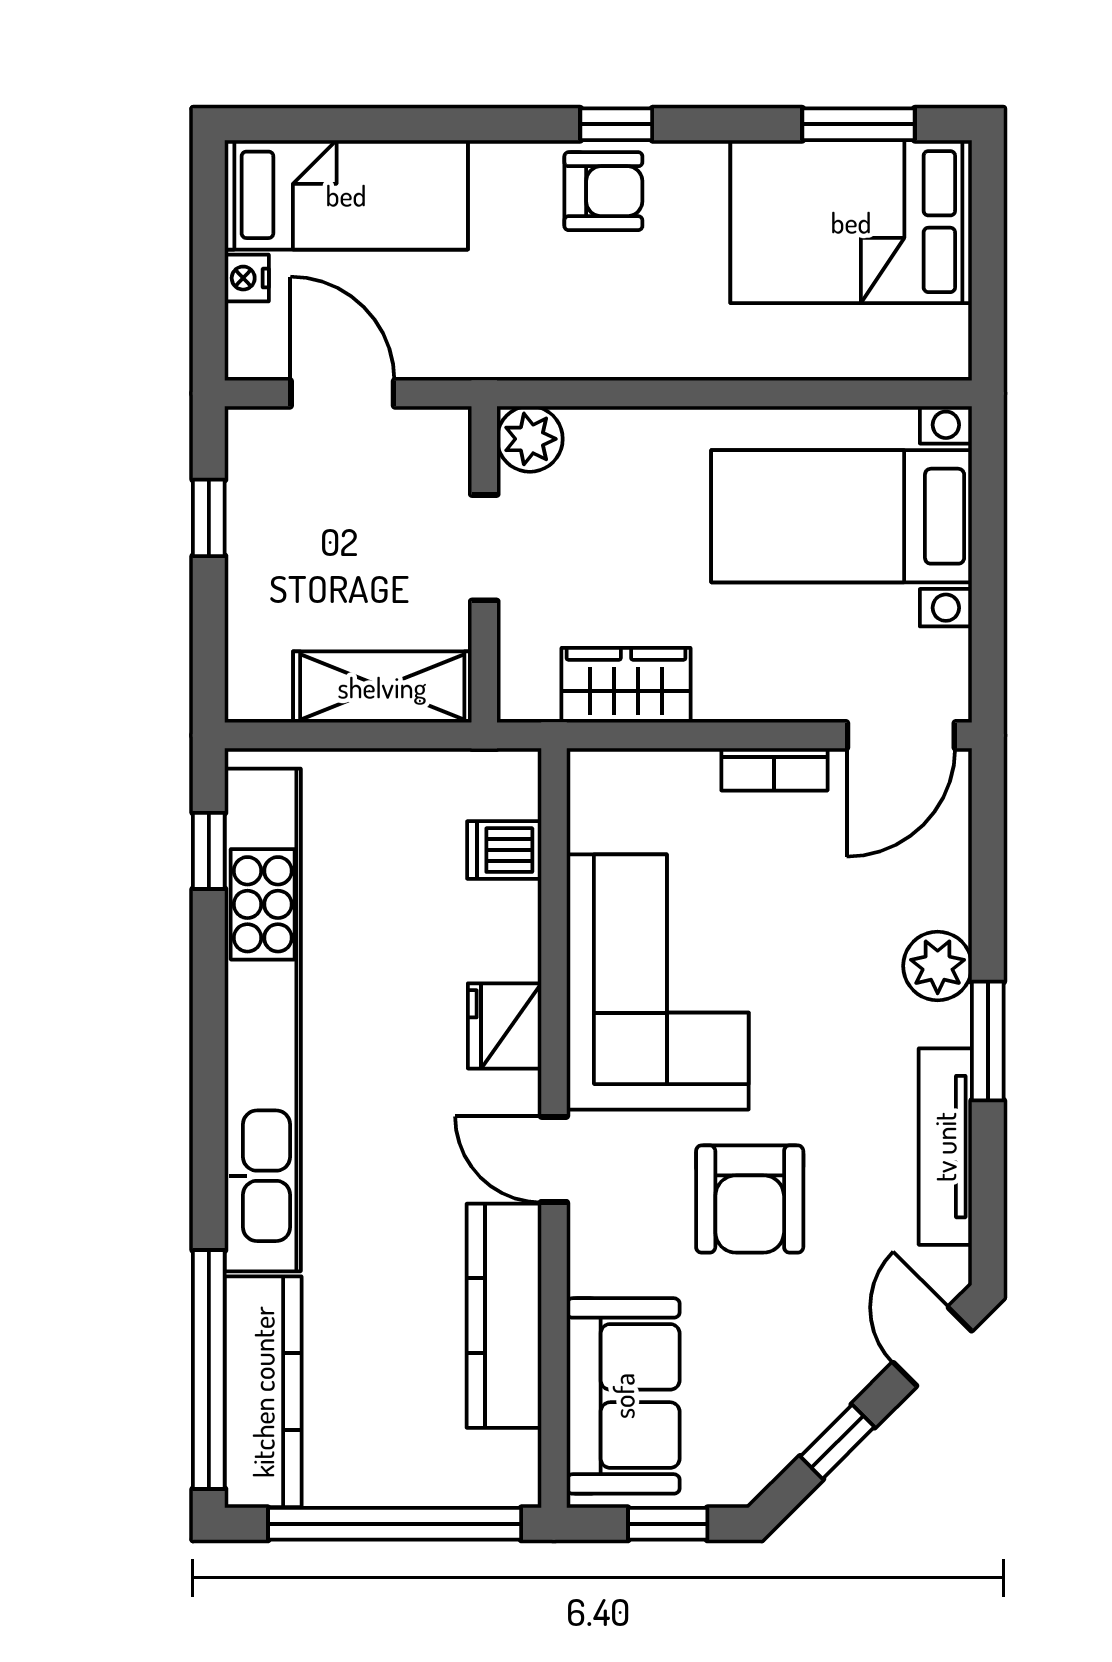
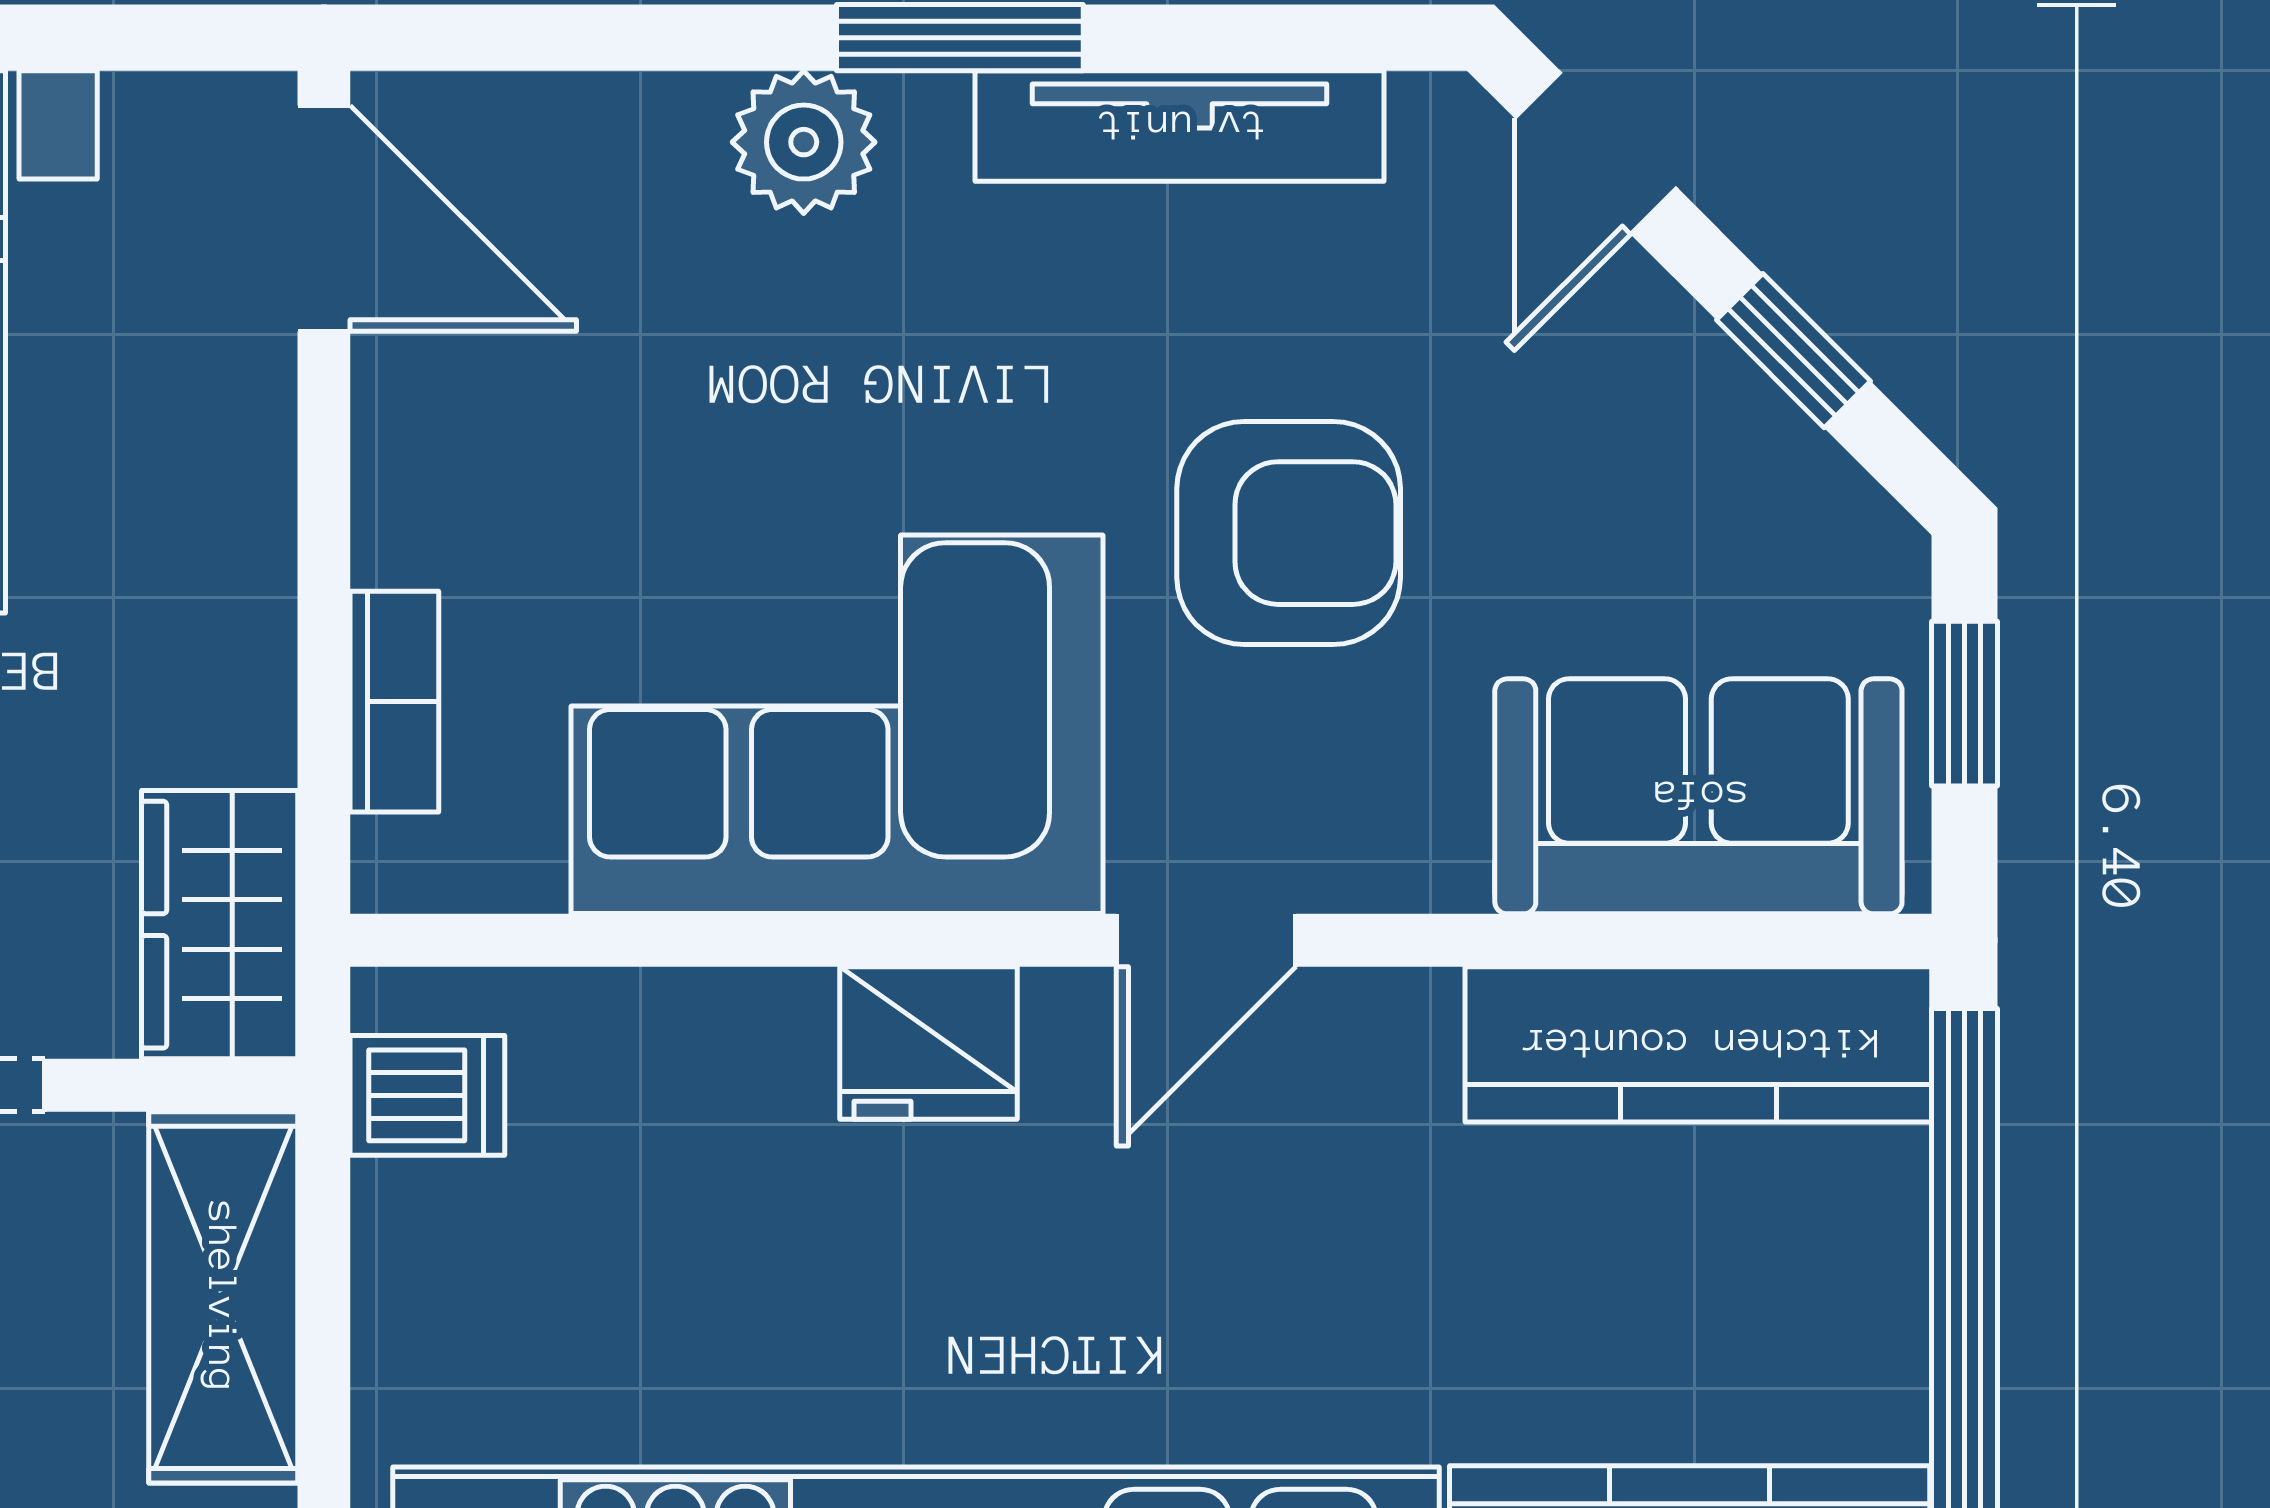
wardrobe: (626, 685) -> (220, 925), moved
bookcase: (774, 769) -> (394, 702), moved
dishwasher: (504, 850) -> (427, 1095), moved, turned -90
kitchen counter: (504, 1316) -> (1698, 1044), moved
door: (932, 1347) -> (1596, 153), hinge flipped

